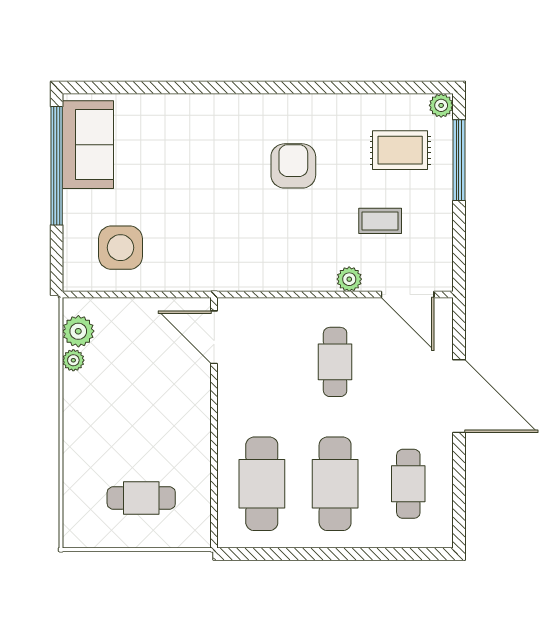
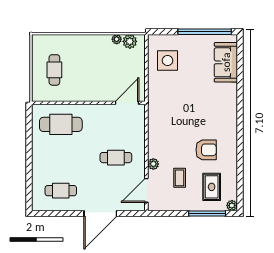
sofa: (88, 145) -> (226, 62), moved, turned 90
armchair: (293, 166) -> (206, 150), moved
cafe table: (335, 484) -> (61, 158), removed

